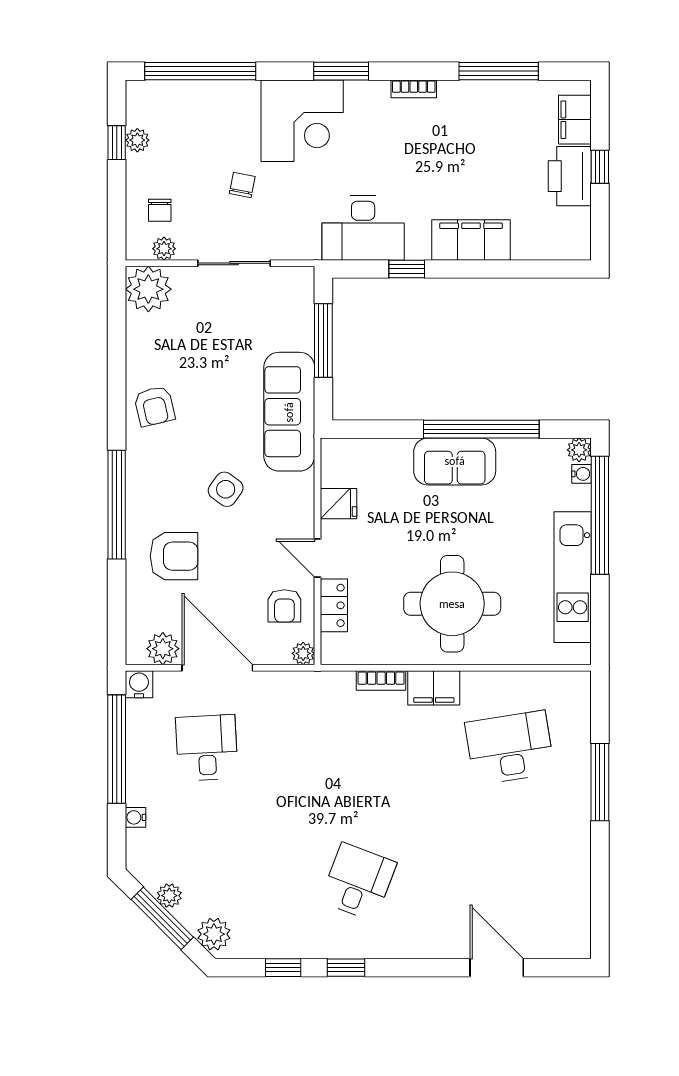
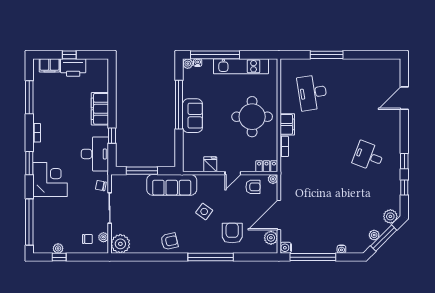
chair: (242, 185) -> (101, 186), moved
locker: (334, 605) -> (267, 166), moved
desk: (207, 748) -> (312, 219), removed

